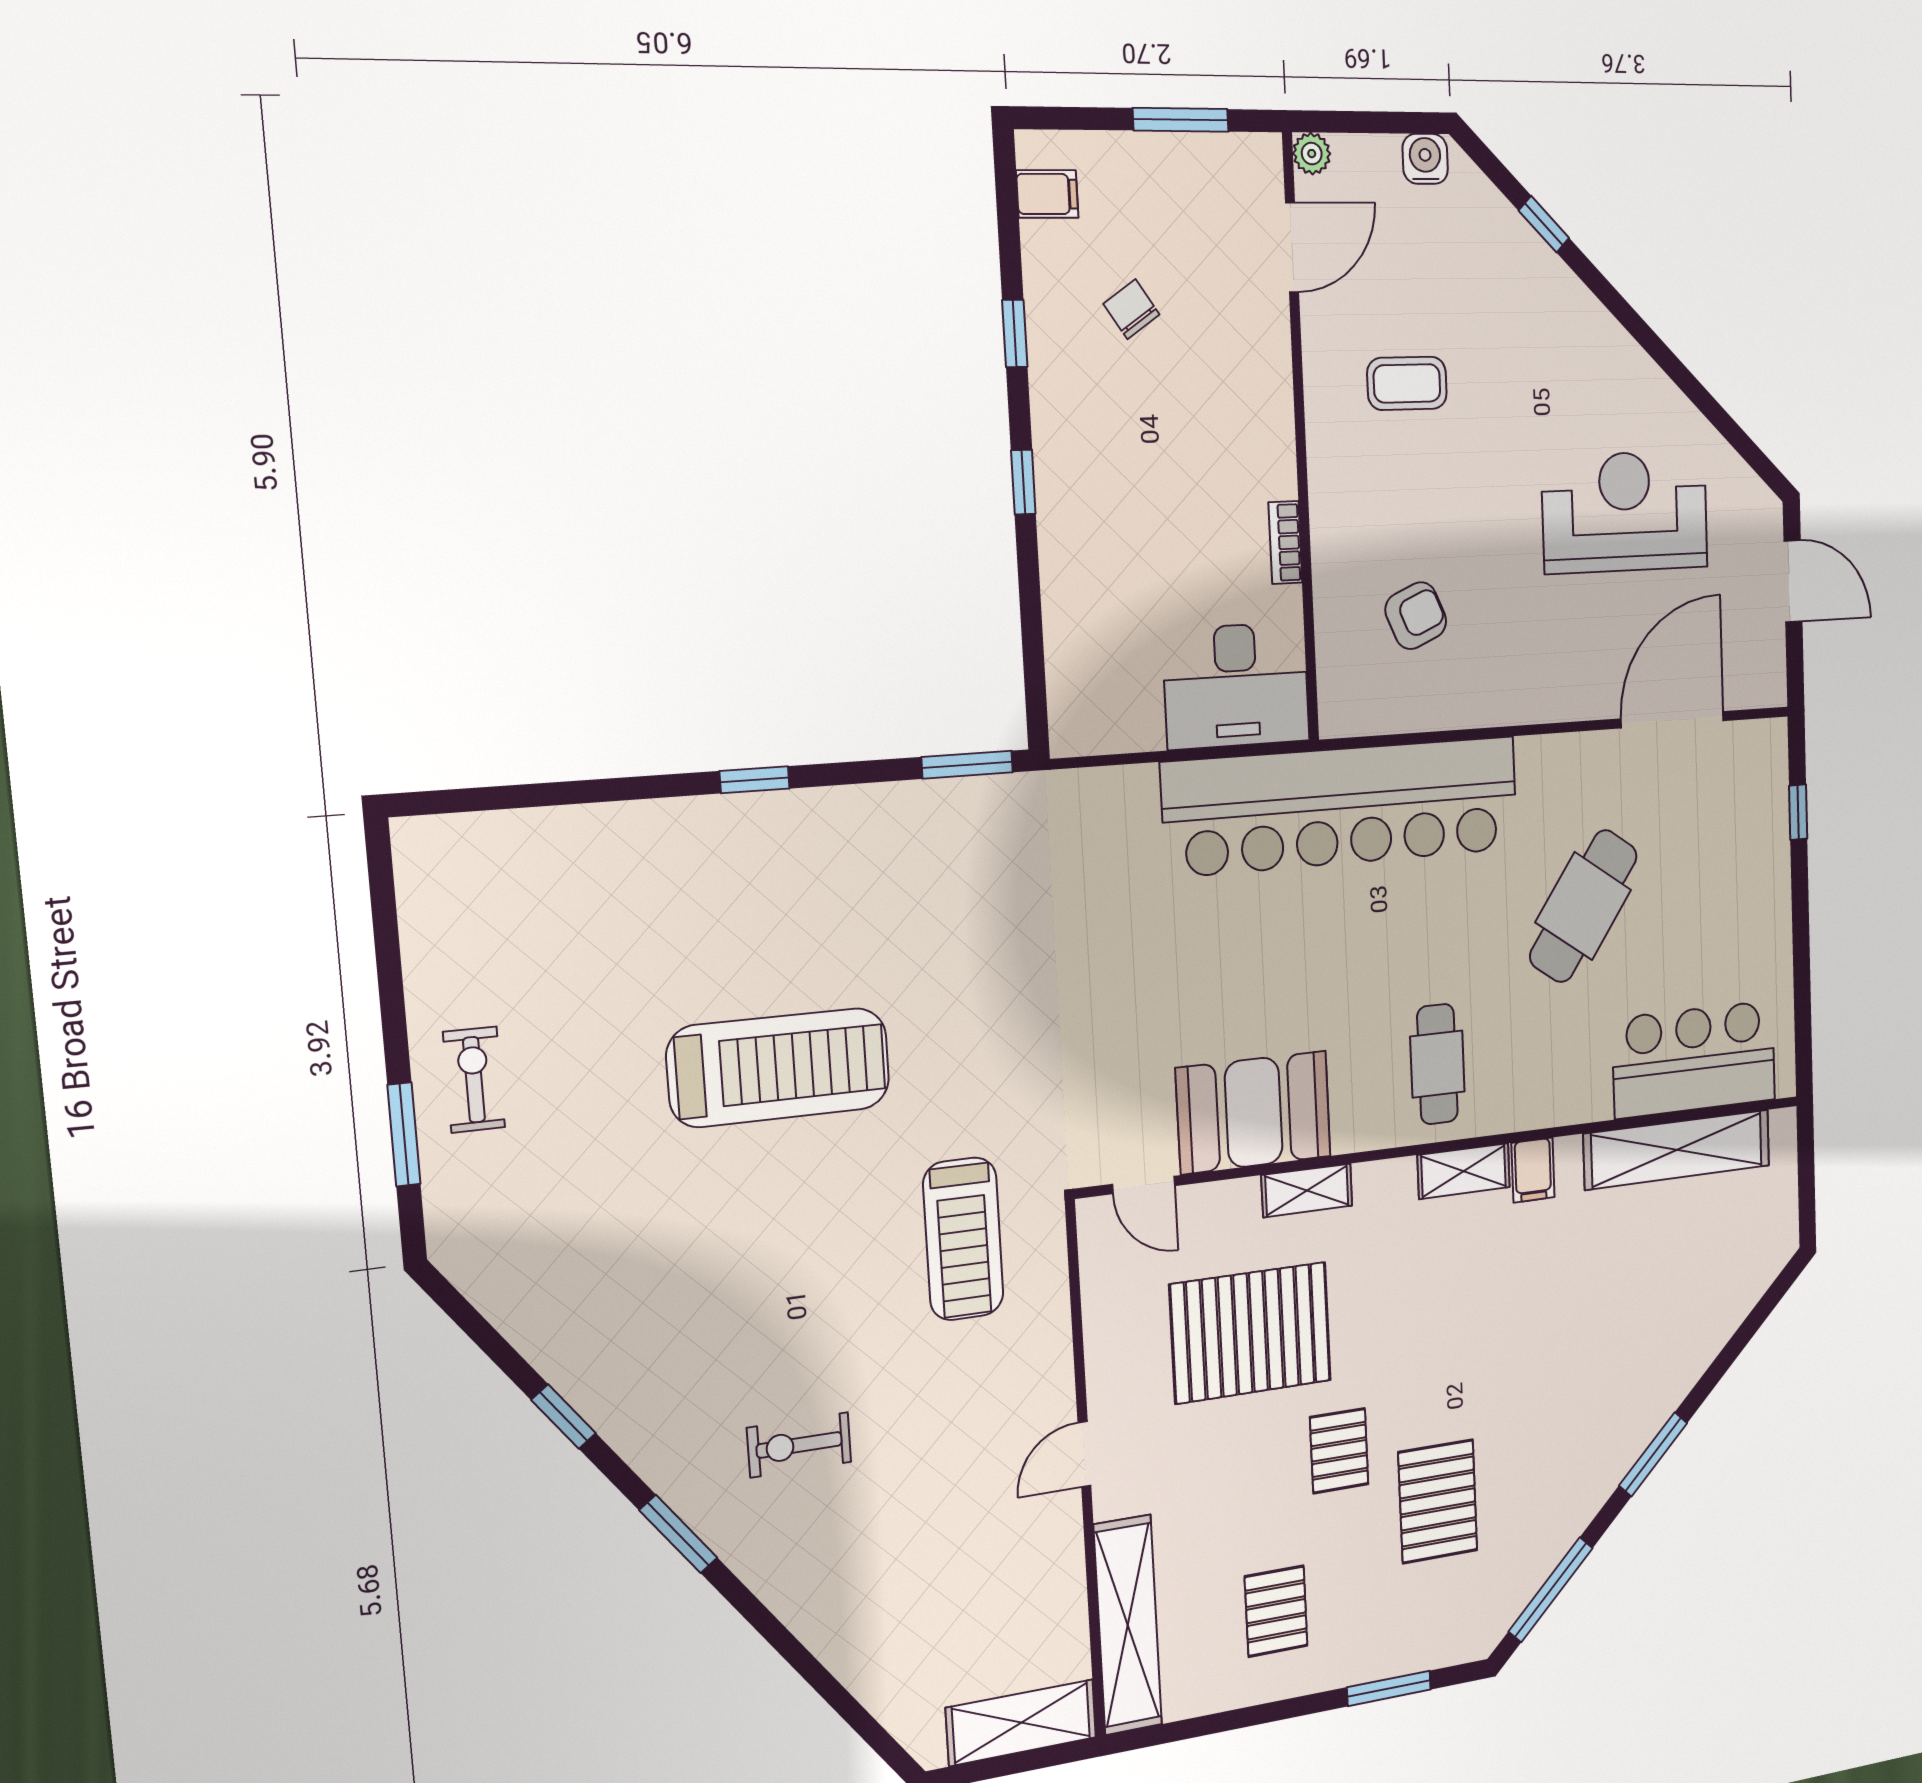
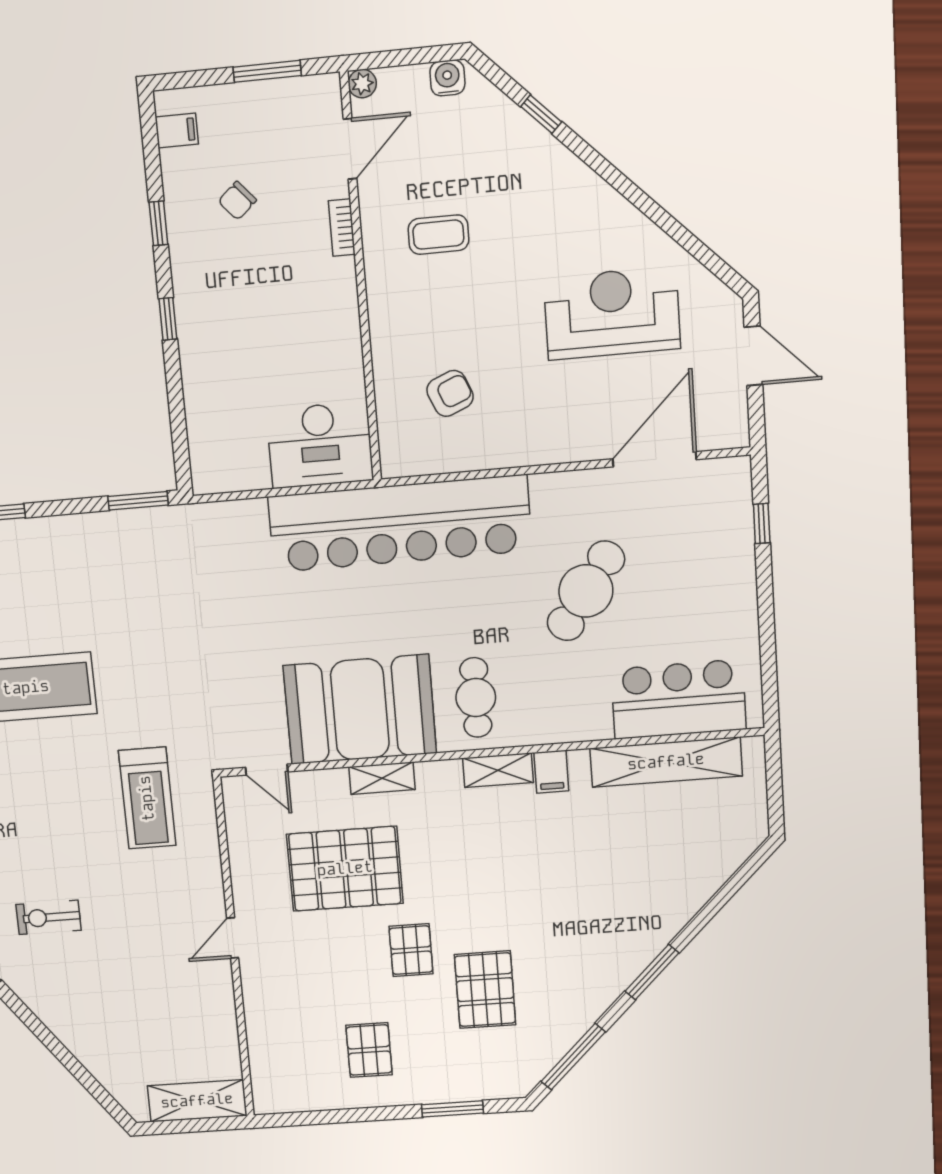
chair: (1131, 309) -> (237, 201), turned -97
bookcase: (1285, 543) -> (342, 228), moved
booth: (1254, 1112) -> (360, 709), width x1.36, depth x1.42
shelving: (1128, 1625) -> (266, 1048), removed

